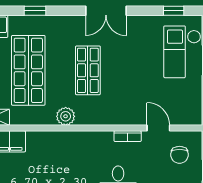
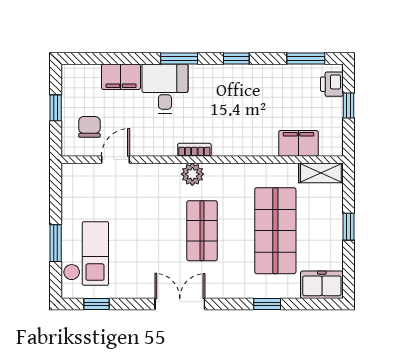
plant: (66, 116) -> (192, 174), moved
door: (158, 128) -> (115, 160), swing flipped
bookcase: (128, 136) -> (194, 150), moved

